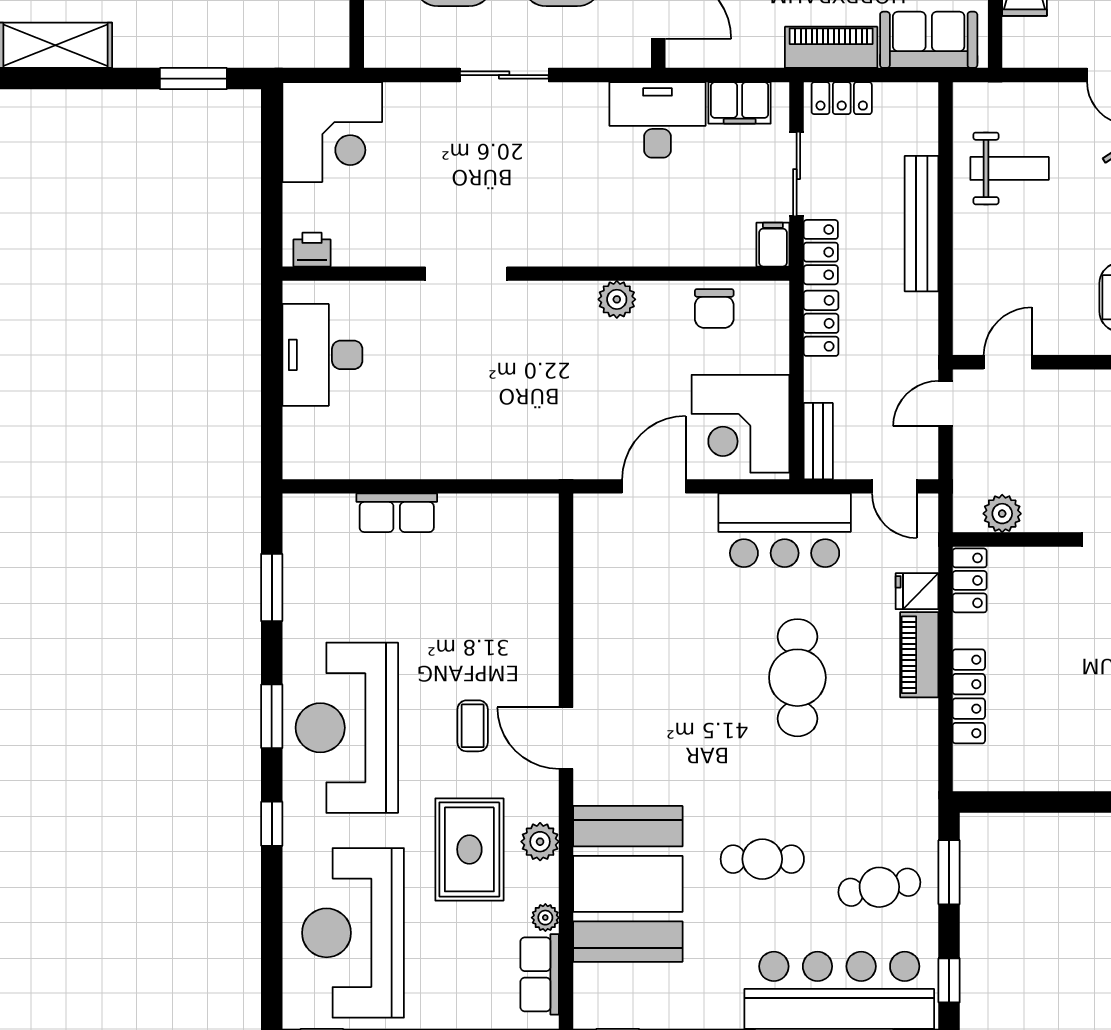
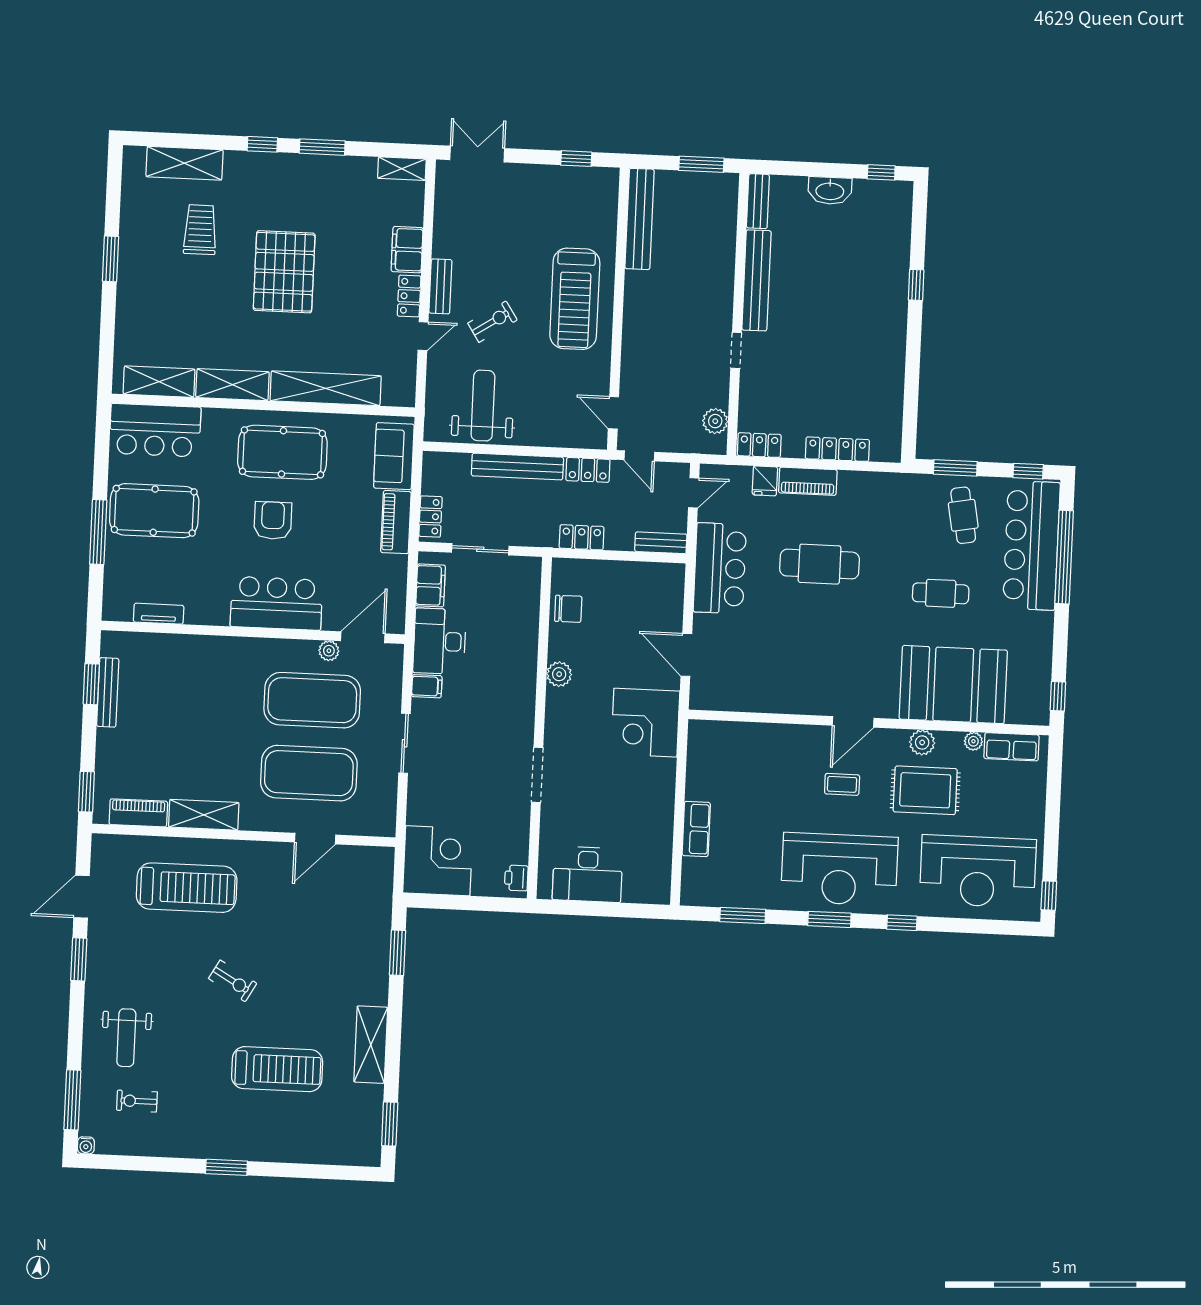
weight bench: (1010, 168) -> (483, 406), width x1.36, depth x1.33
filing cabinet: (773, 245) -> (427, 686), moved, turned 180
locker: (821, 252) -> (588, 470), moved, turned 180
corner desk: (741, 424) -> (645, 723), moved, turned 90
cafe table: (762, 859) -> (941, 593), turned 90

